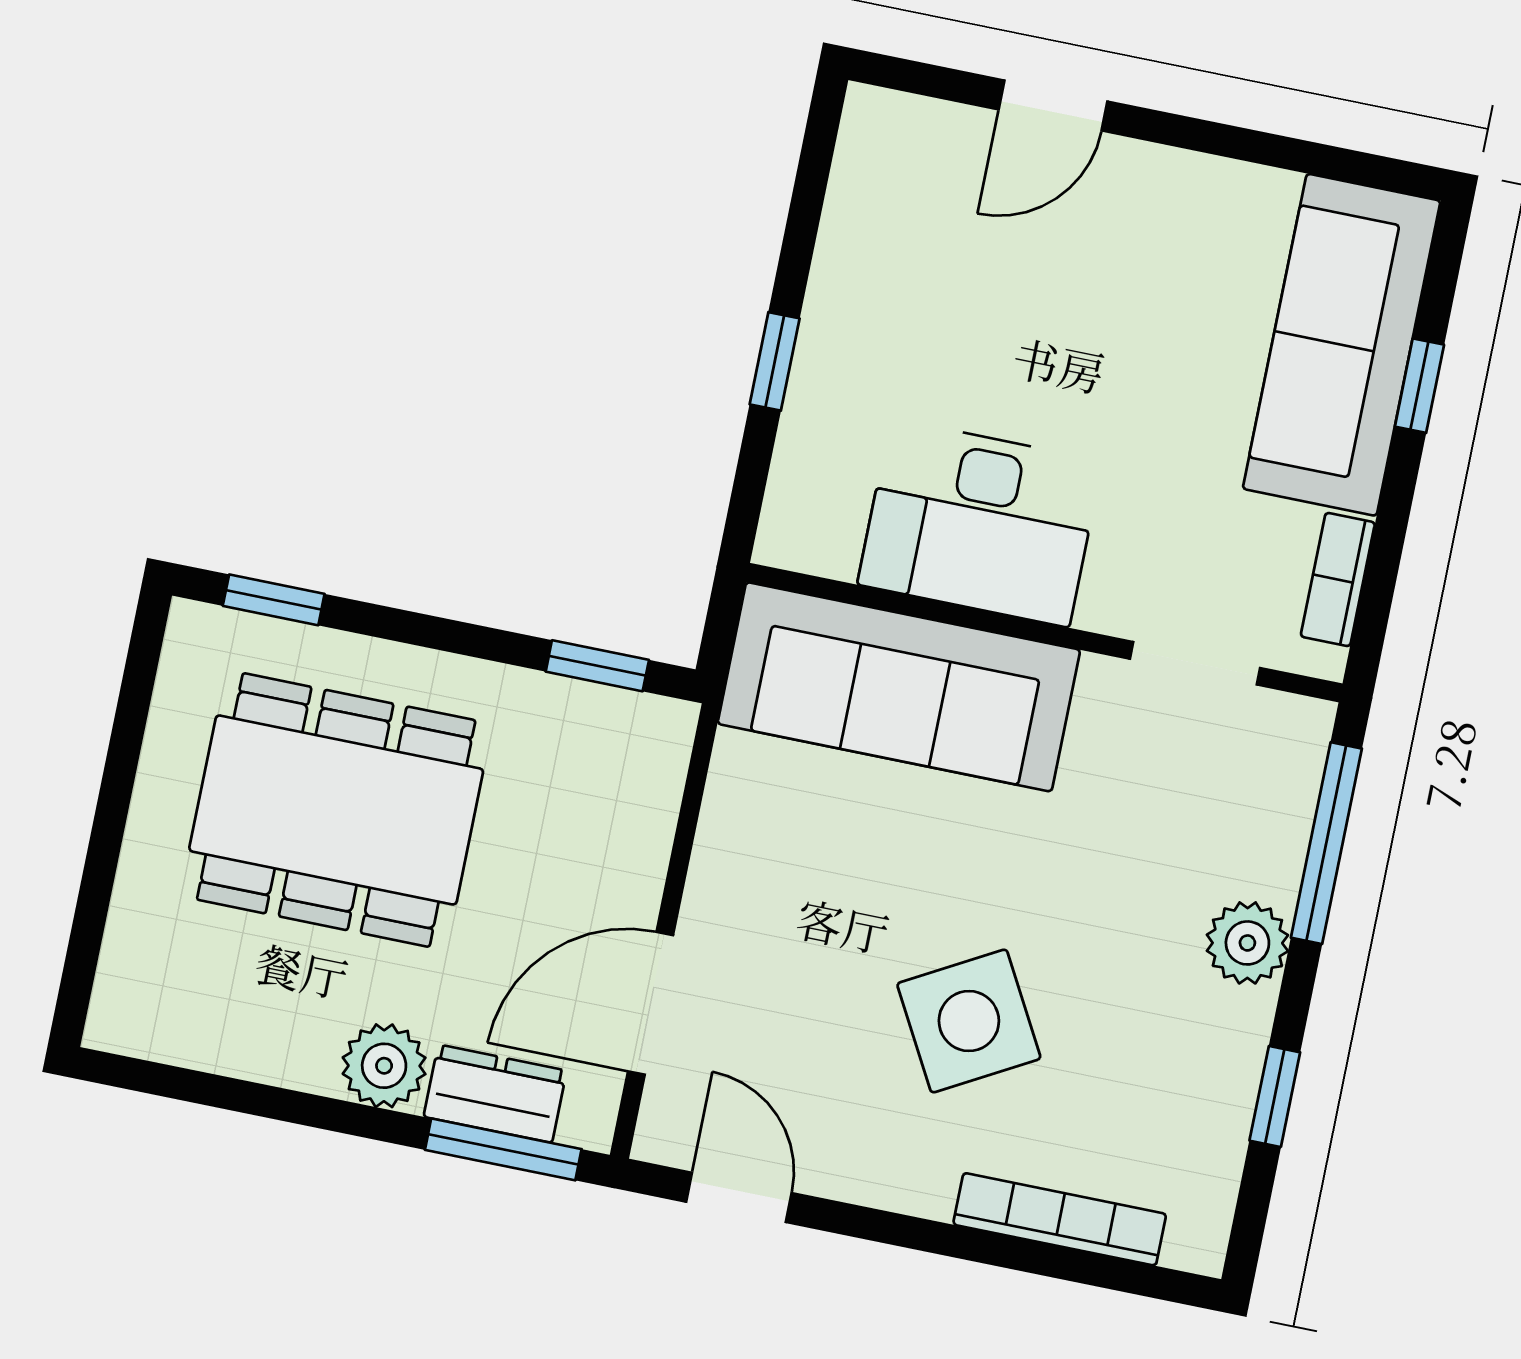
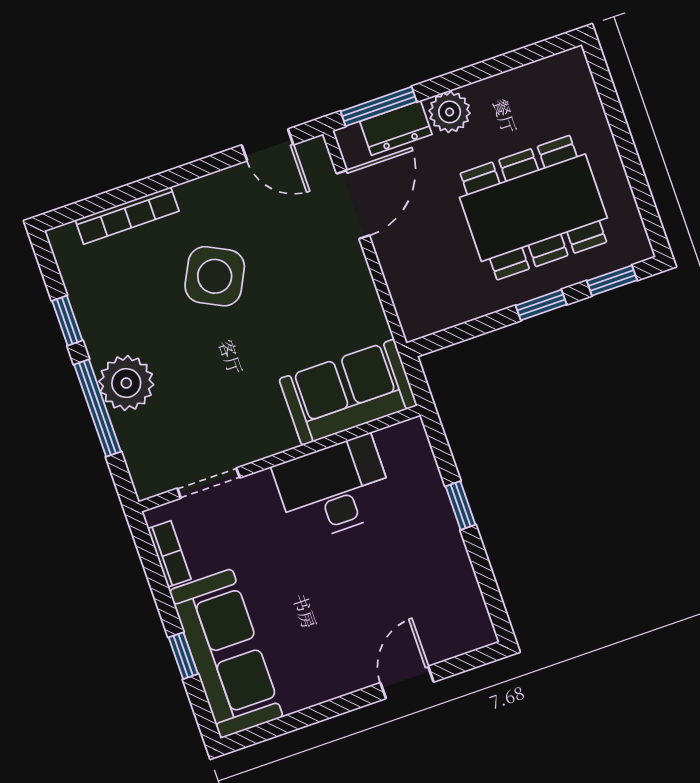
window: (597, 666) -> (541, 305), moved
sofa: (899, 687) -> (348, 392), width x0.73
window: (1326, 843) -> (97, 408), moved
plant: (1247, 943) -> (126, 383), width x1.36, depth x1.36
side table: (969, 1021) -> (215, 276), turned -34

